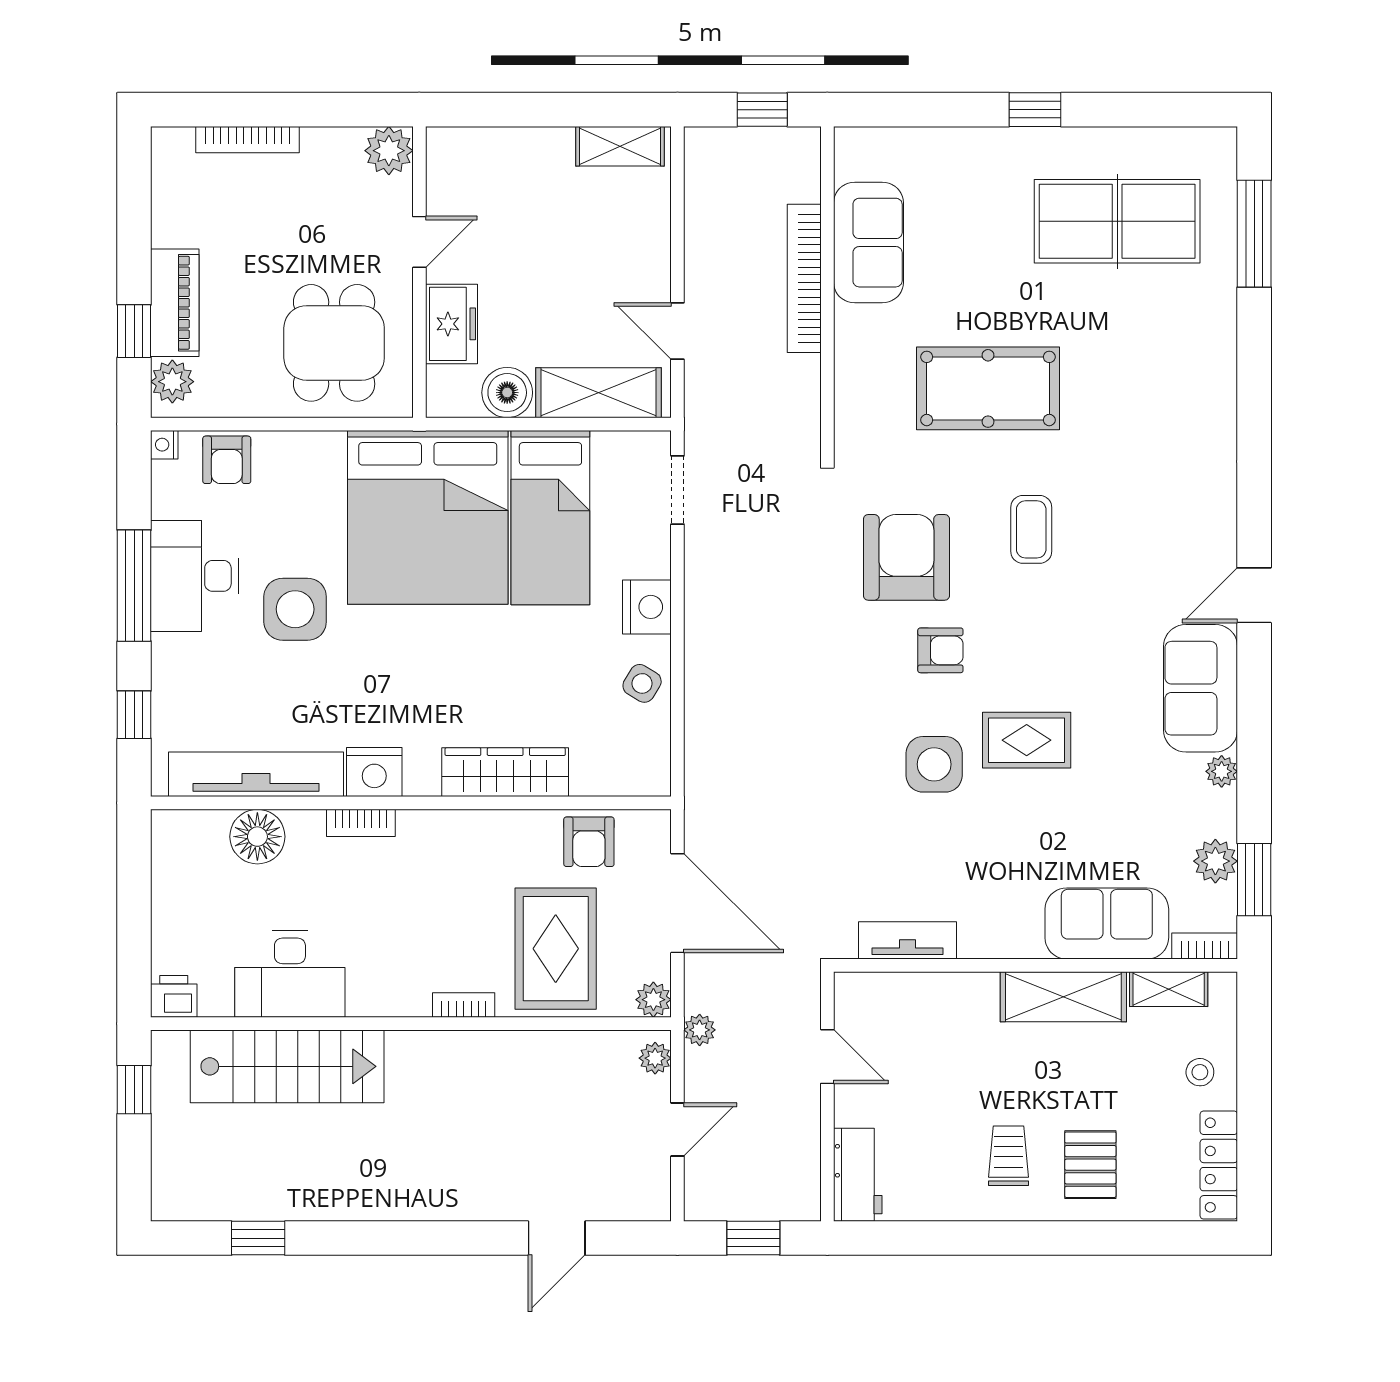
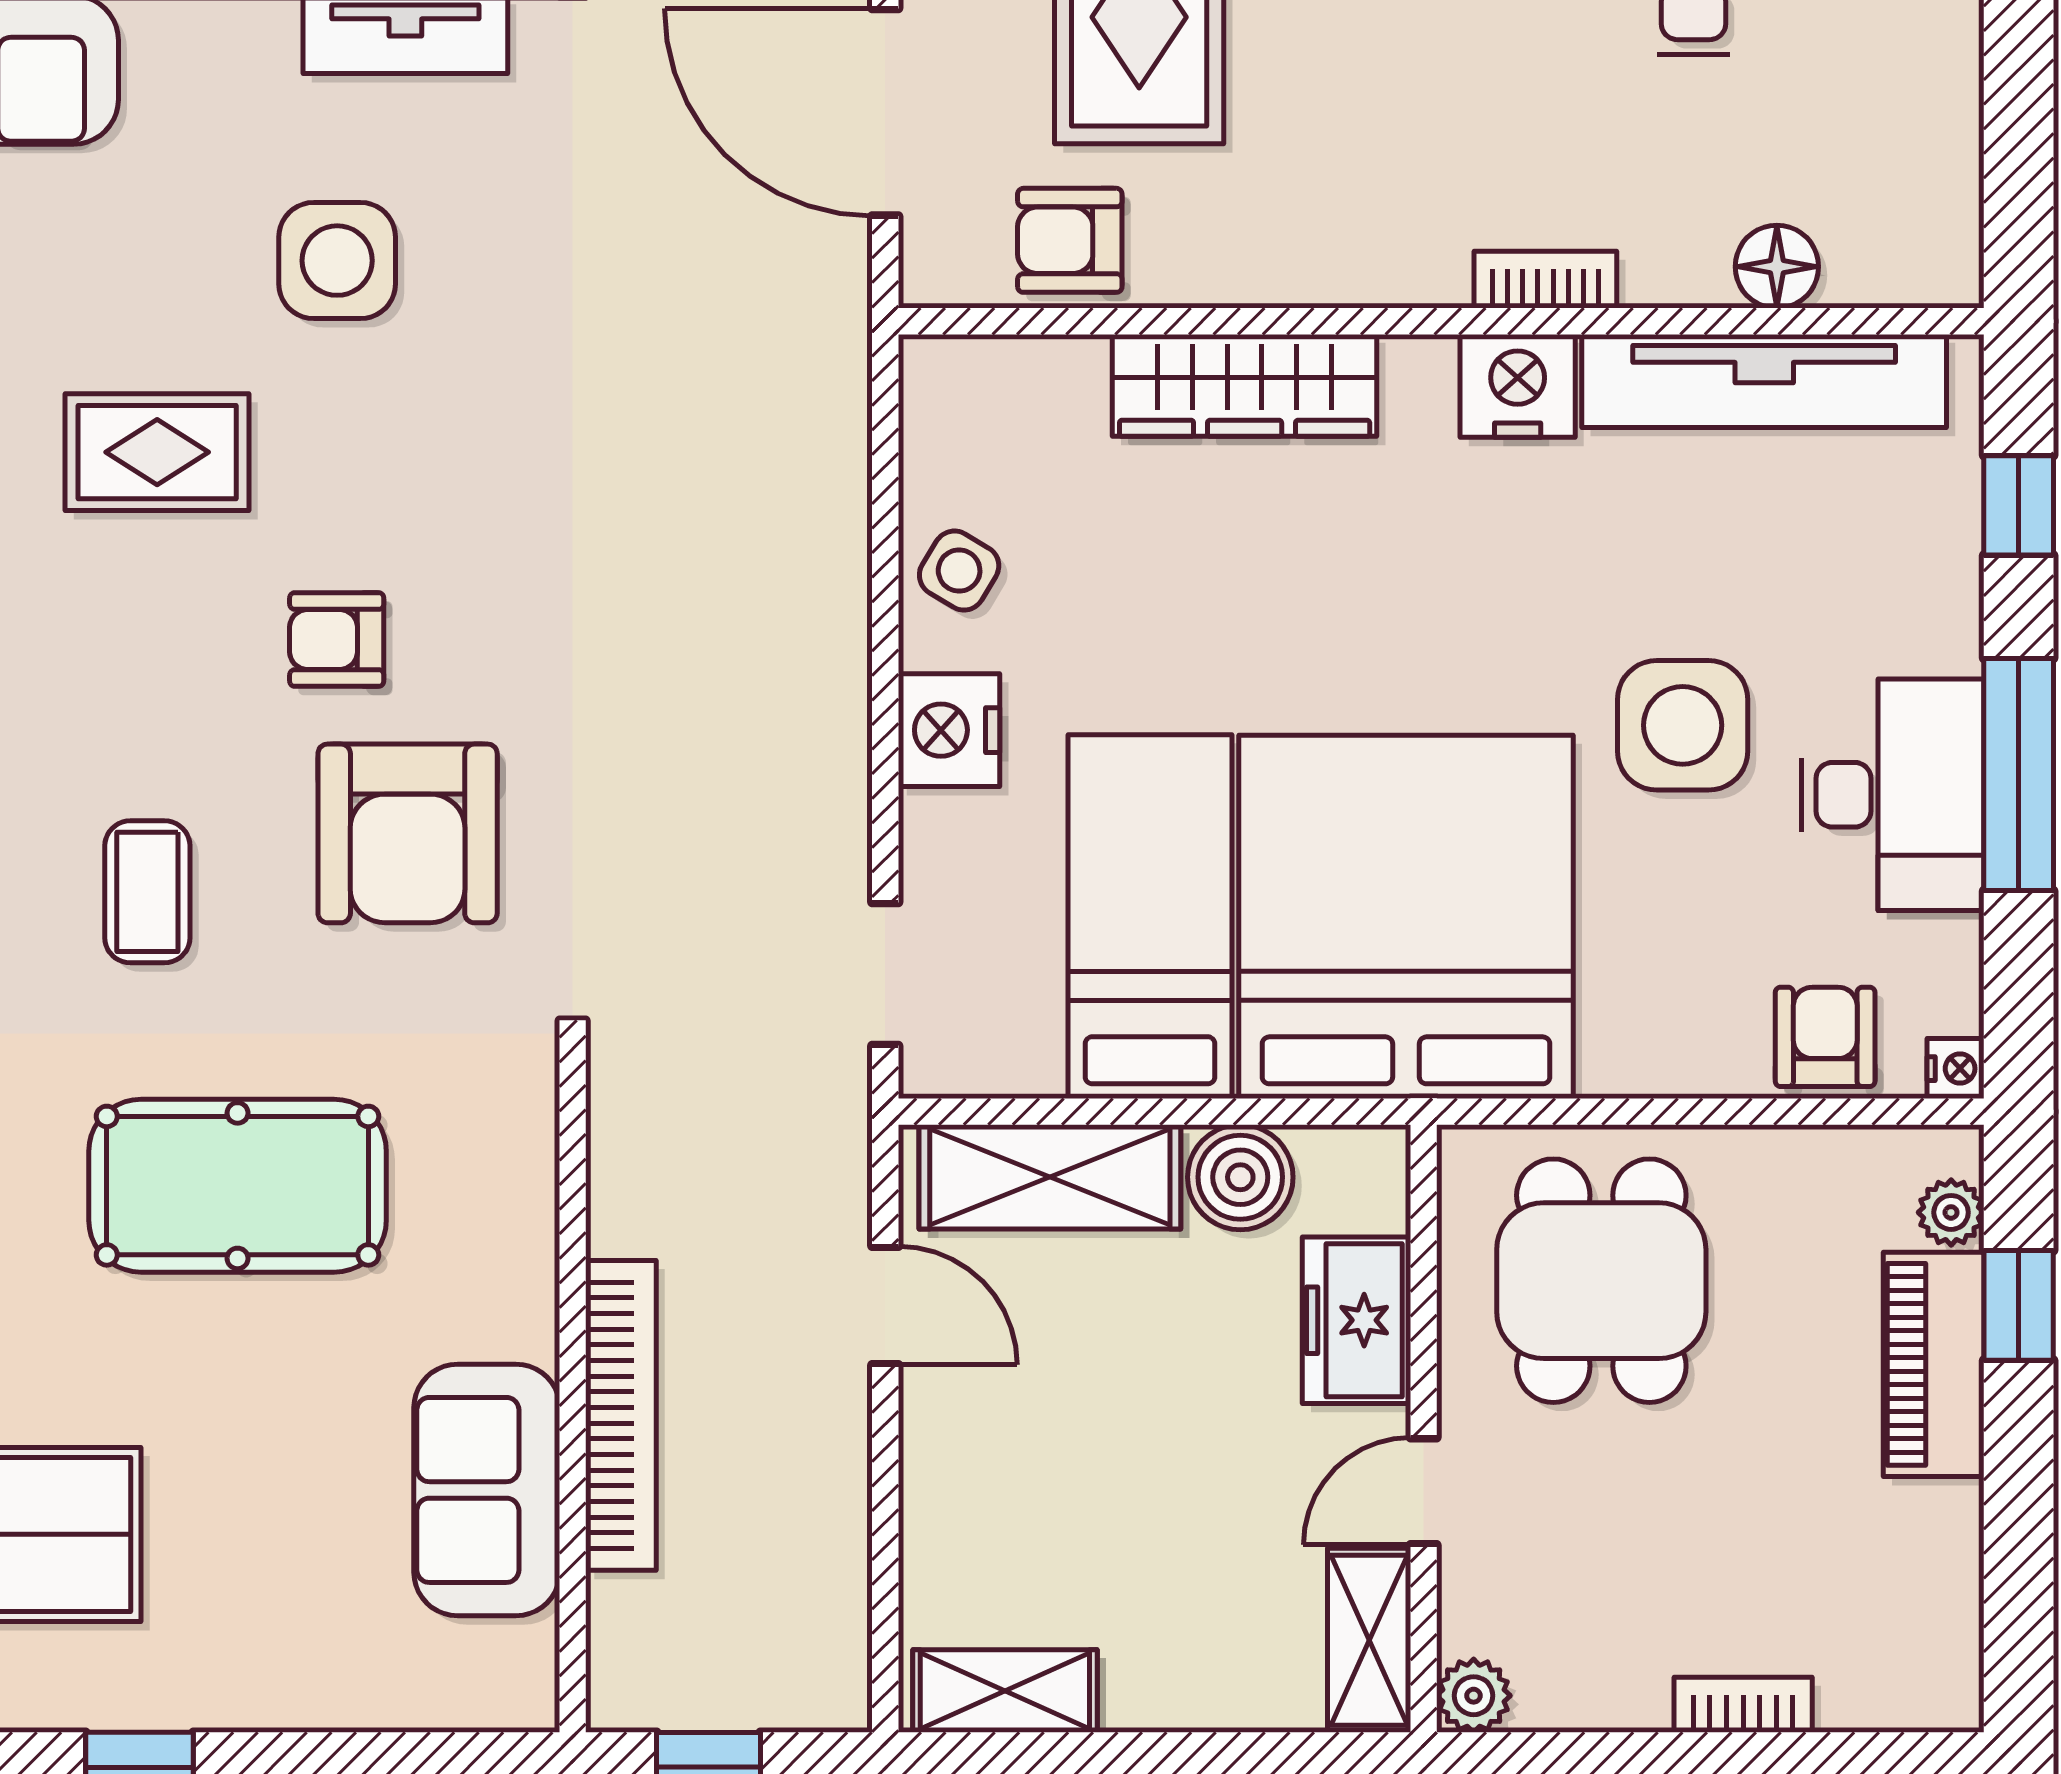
bookcase: (247, 140) -> (1743, 1705), width x0.64
plant: (389, 151) -> (1474, 1696), width x0.73, depth x0.73
shelving: (445, 171) -> (1369, 1640), added
plant: (172, 382) -> (1951, 1212), width x0.73, depth x0.73
side table: (934, 764) -> (337, 261), moved
floor lamp: (257, 837) -> (1777, 267), width x0.73, depth x0.73
armchair: (589, 842) -> (1070, 240), turned -90

